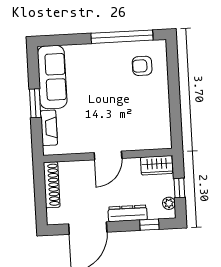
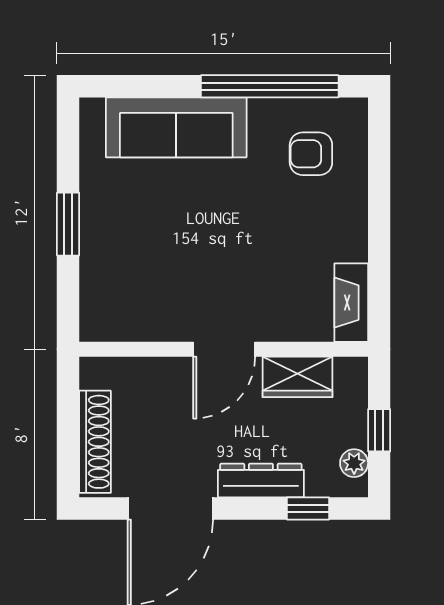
sofa: (52, 77) -> (176, 127), moved, turned 90
fireplace: (49, 128) -> (351, 303), moved, turned 180
wardrobe: (157, 165) -> (297, 377), moved
shoe rack: (52, 185) -> (95, 442), moved

